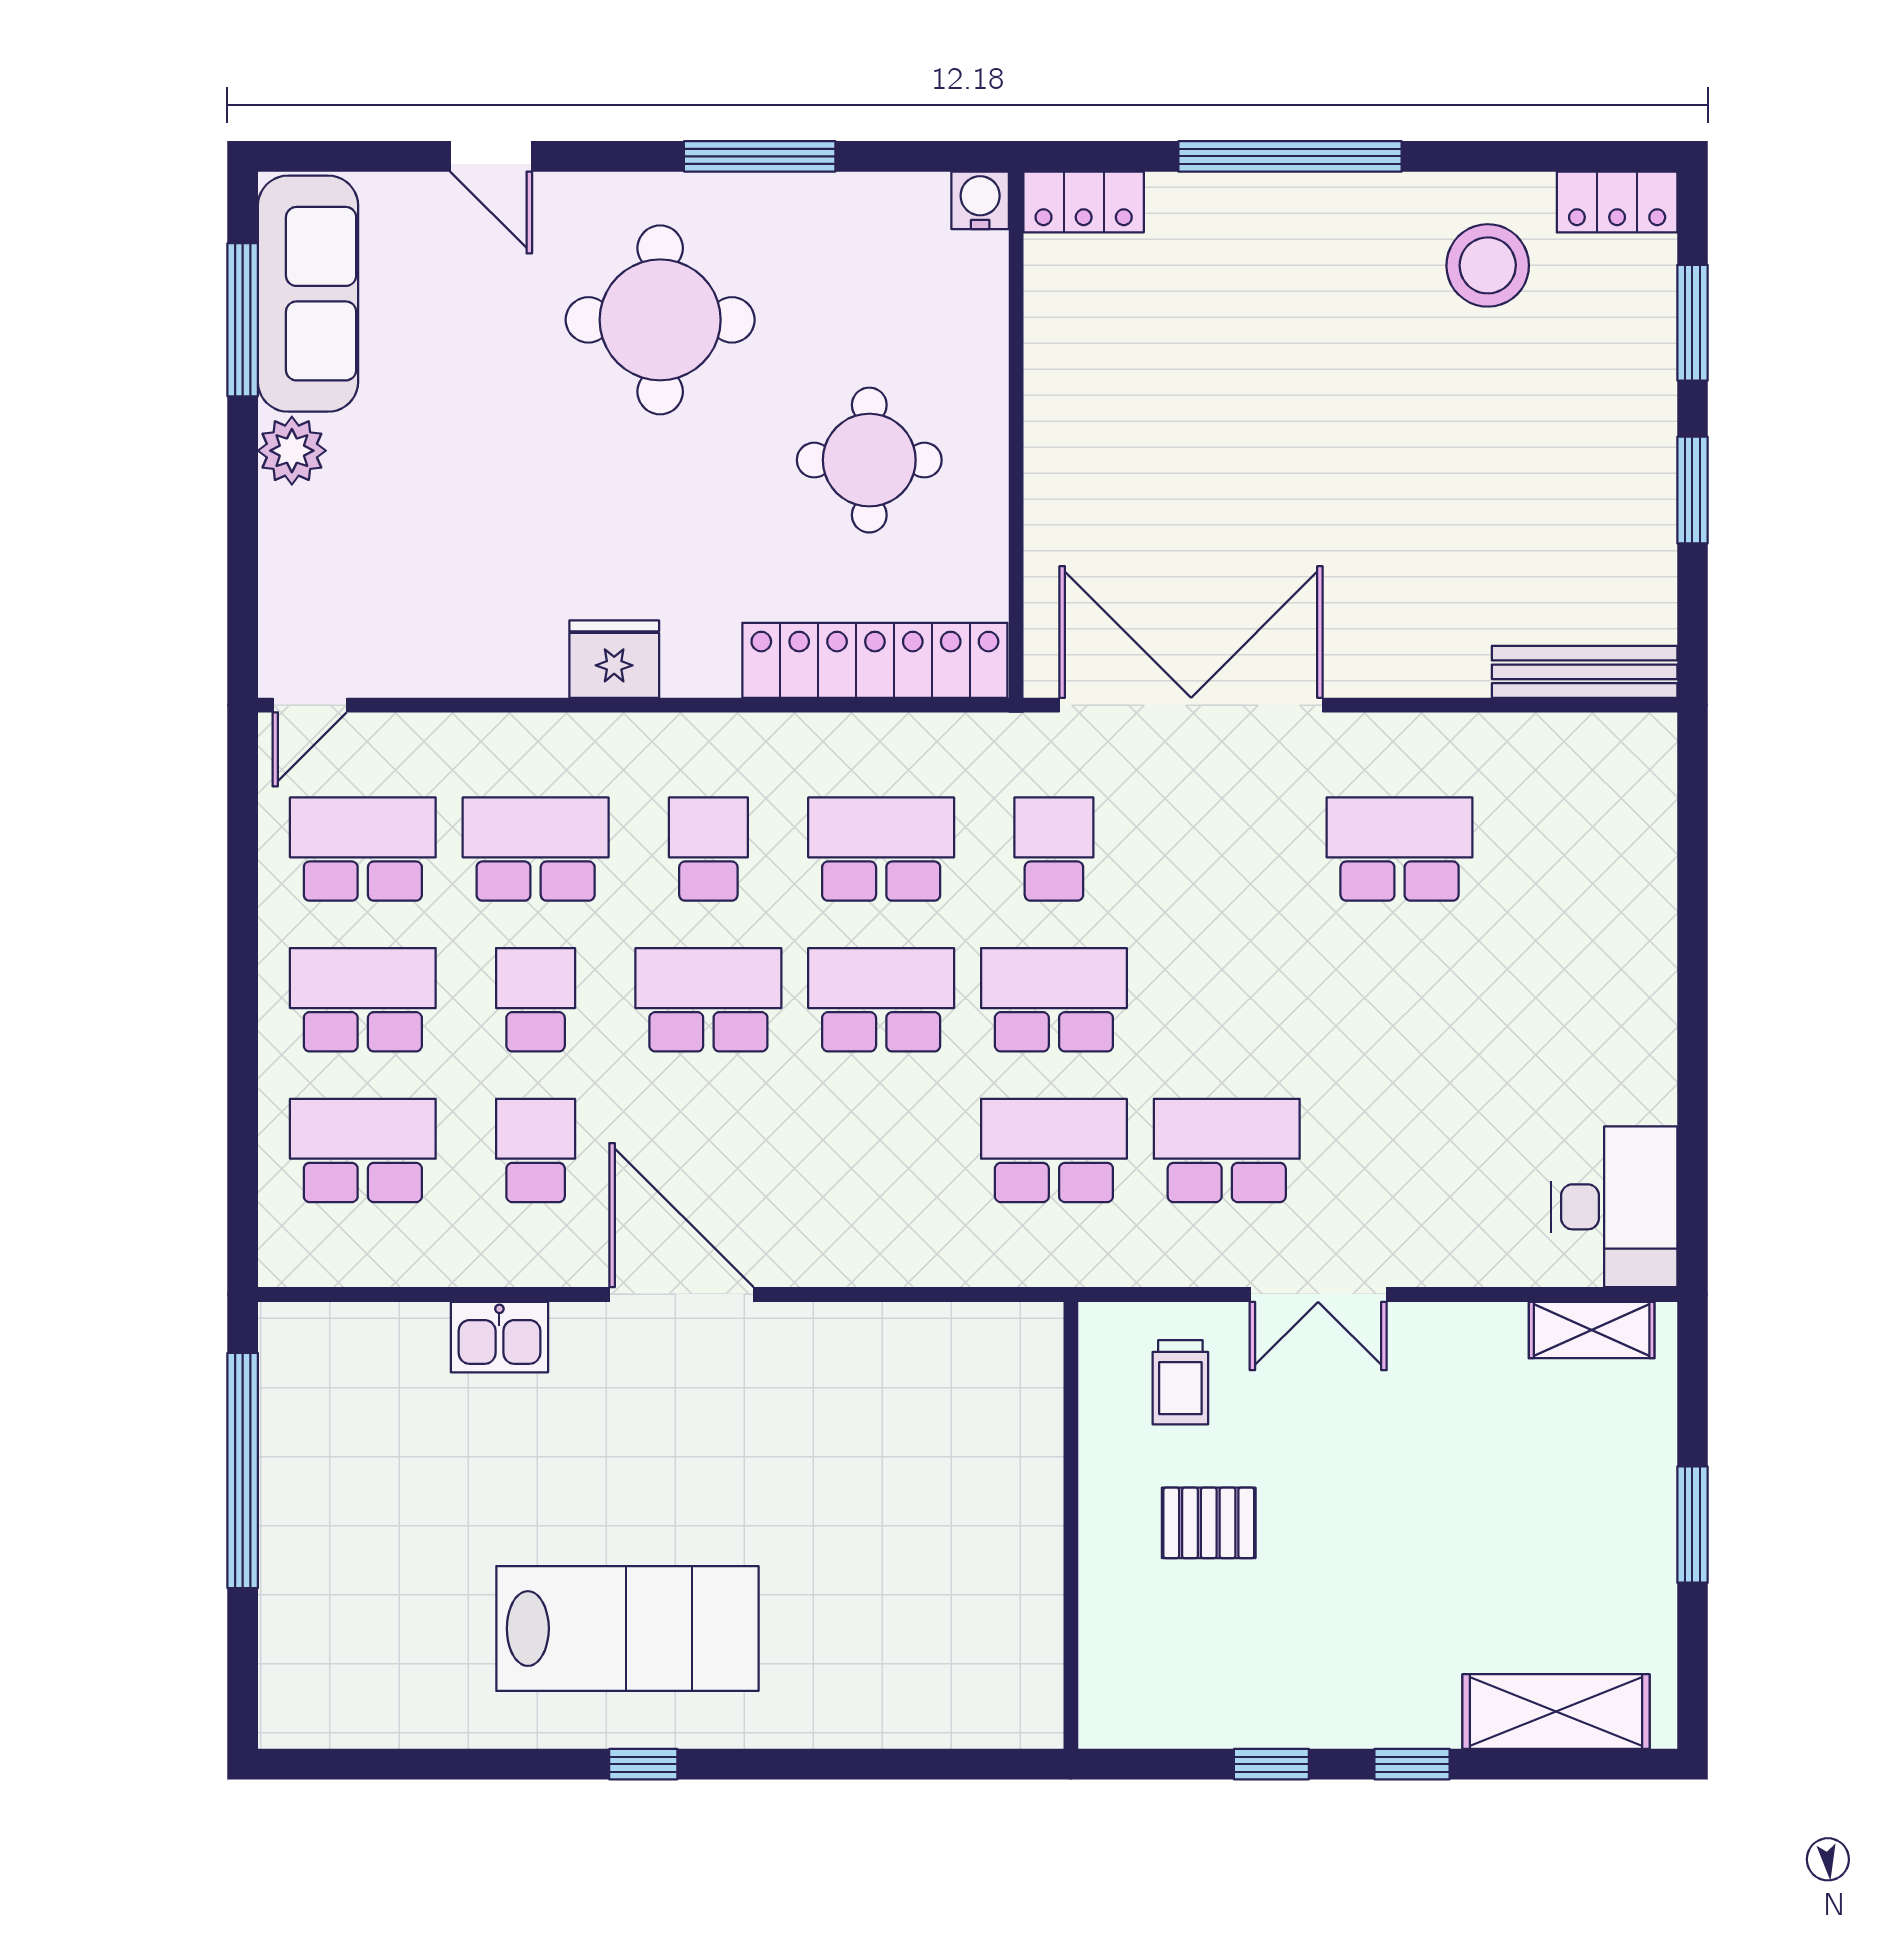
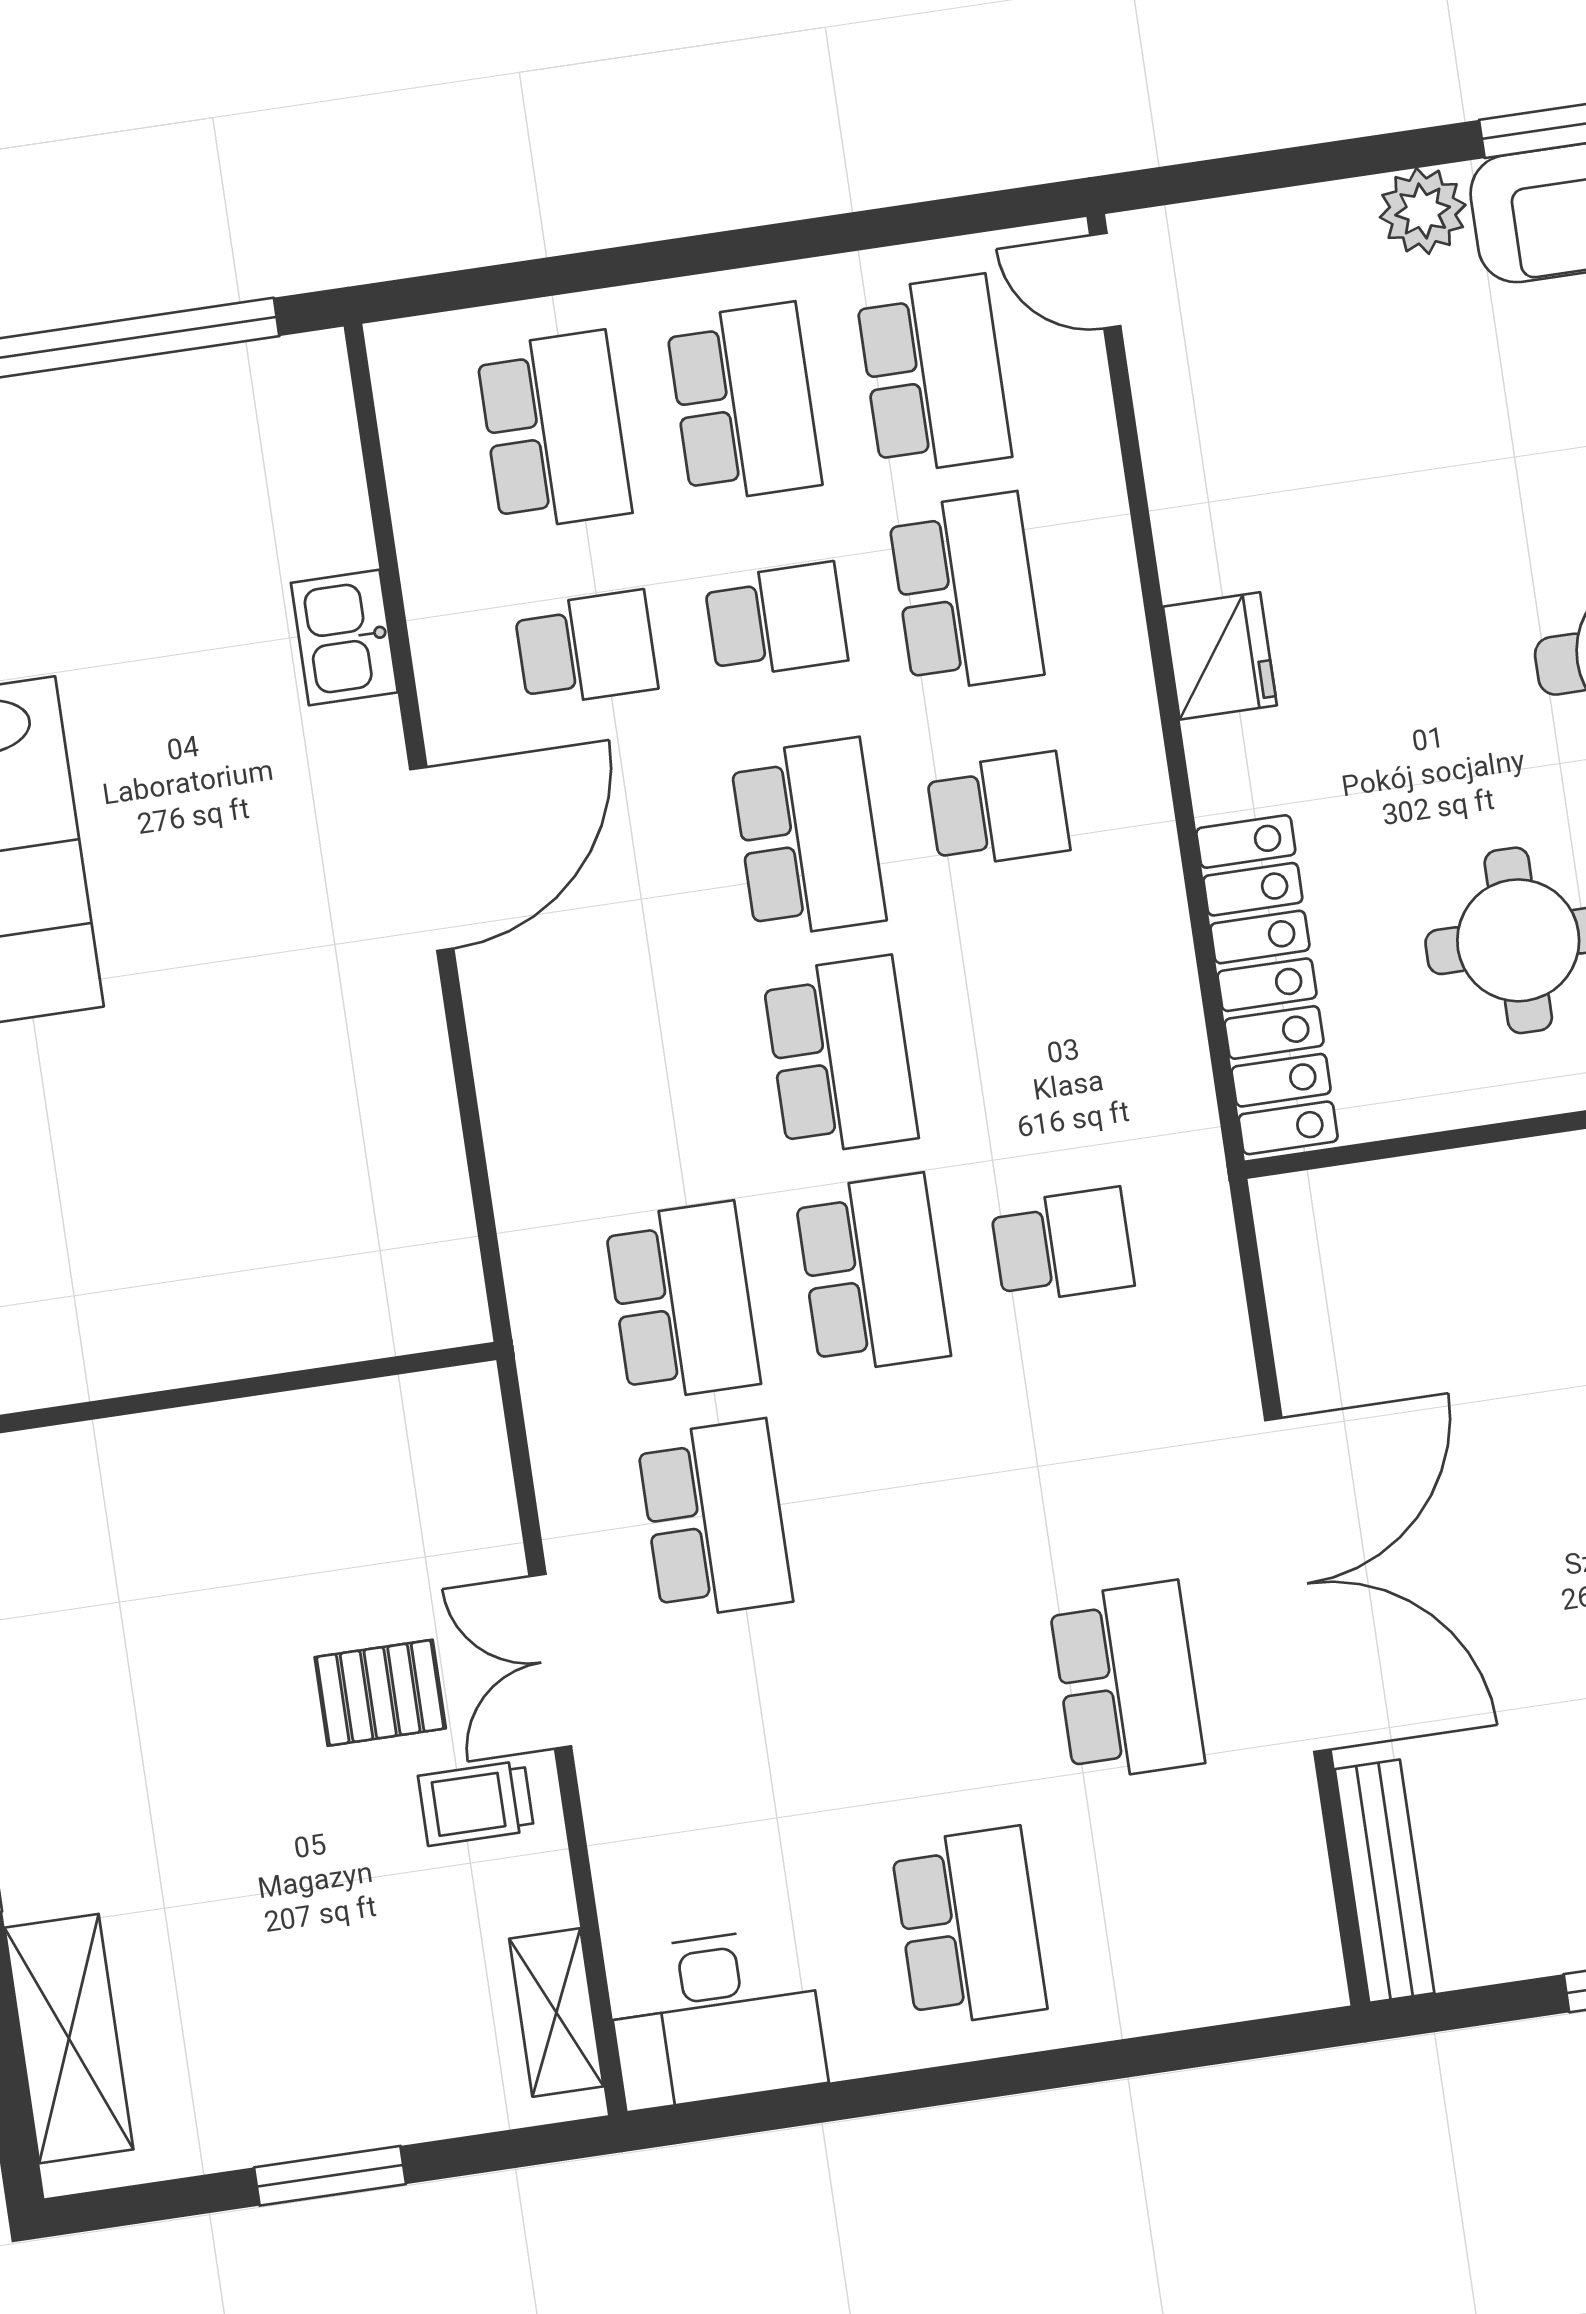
double door: (1191, 705) -> (1298, 1585), moved
school desk: (881, 849) -> (969, 1927), moved
trolley: (1180, 1382) -> (476, 1803), moved
pallet: (1209, 1523) -> (380, 1693), moved, turned 90

